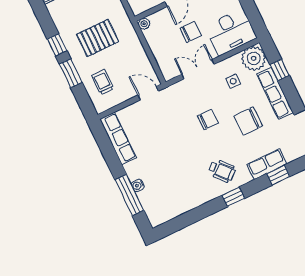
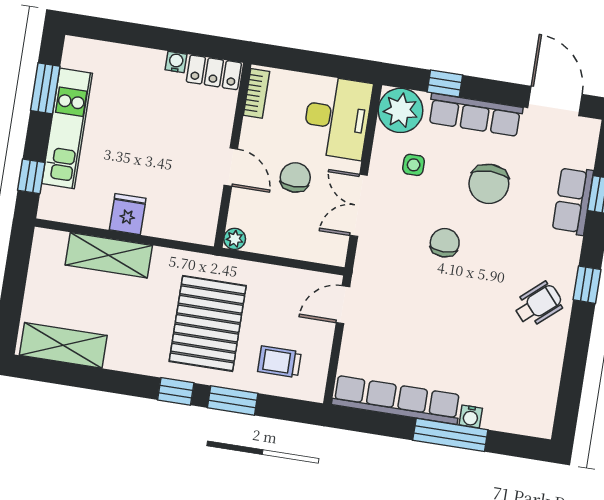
pallet: (98, 38) -> (208, 323), width x1.37, depth x1.41
row of seats: (118, 138) -> (396, 400), width x1.36
wheelchair: (222, 171) -> (538, 304), moved
window: (129, 195) -> (450, 435), moved

